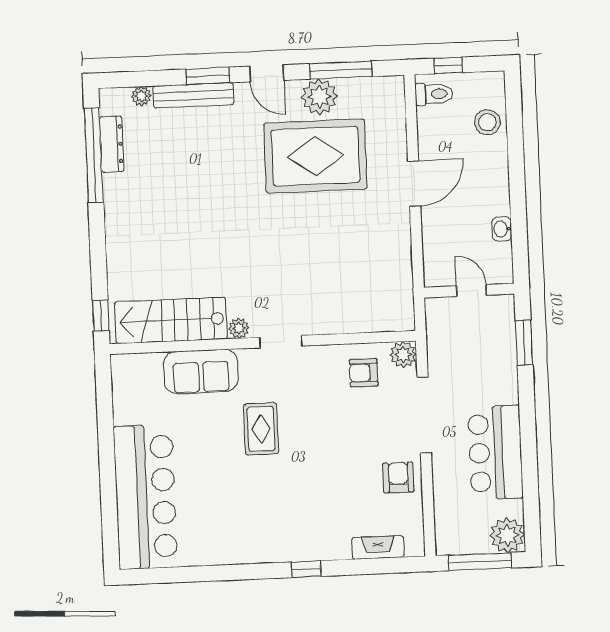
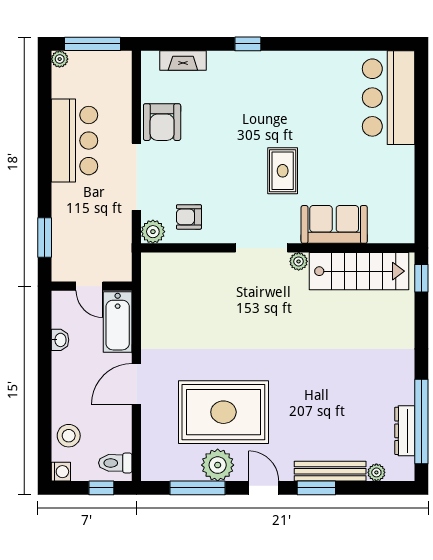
washing machine: (494, 82) -> (61, 472), added
bathtub: (438, 252) -> (118, 322), added
doorway: (281, 342) -> (262, 248), width x1.38
armchair: (364, 373) -> (189, 217), turned 180
armchair: (398, 478) -> (162, 122), width x1.38, depth x1.38
bar counter: (145, 497) -> (388, 98), width x0.73
plant: (507, 535) -> (60, 59), width x0.53, depth x0.53

